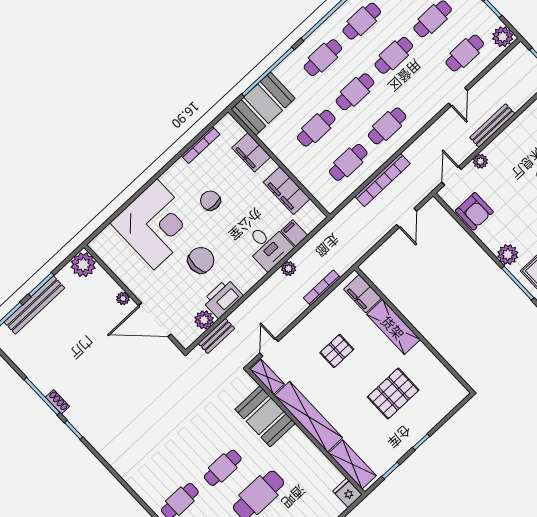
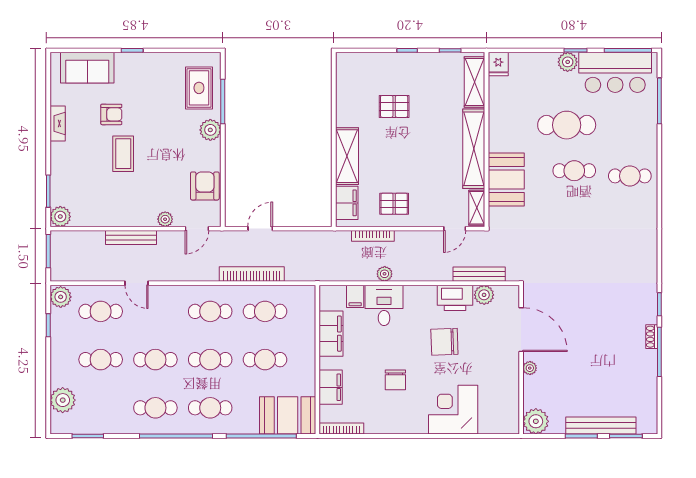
door: (458, 97) -> (137, 283), swing flipped
bookcase: (200, 145) -> (341, 429), moved
corner desk: (155, 224) -> (453, 410), width x0.74, depth x0.74
bench: (216, 336) -> (479, 274), width x1.36
pallet: (337, 351) -> (394, 204), moved
pallet: (393, 394) -> (394, 106), width x0.67, depth x0.71

